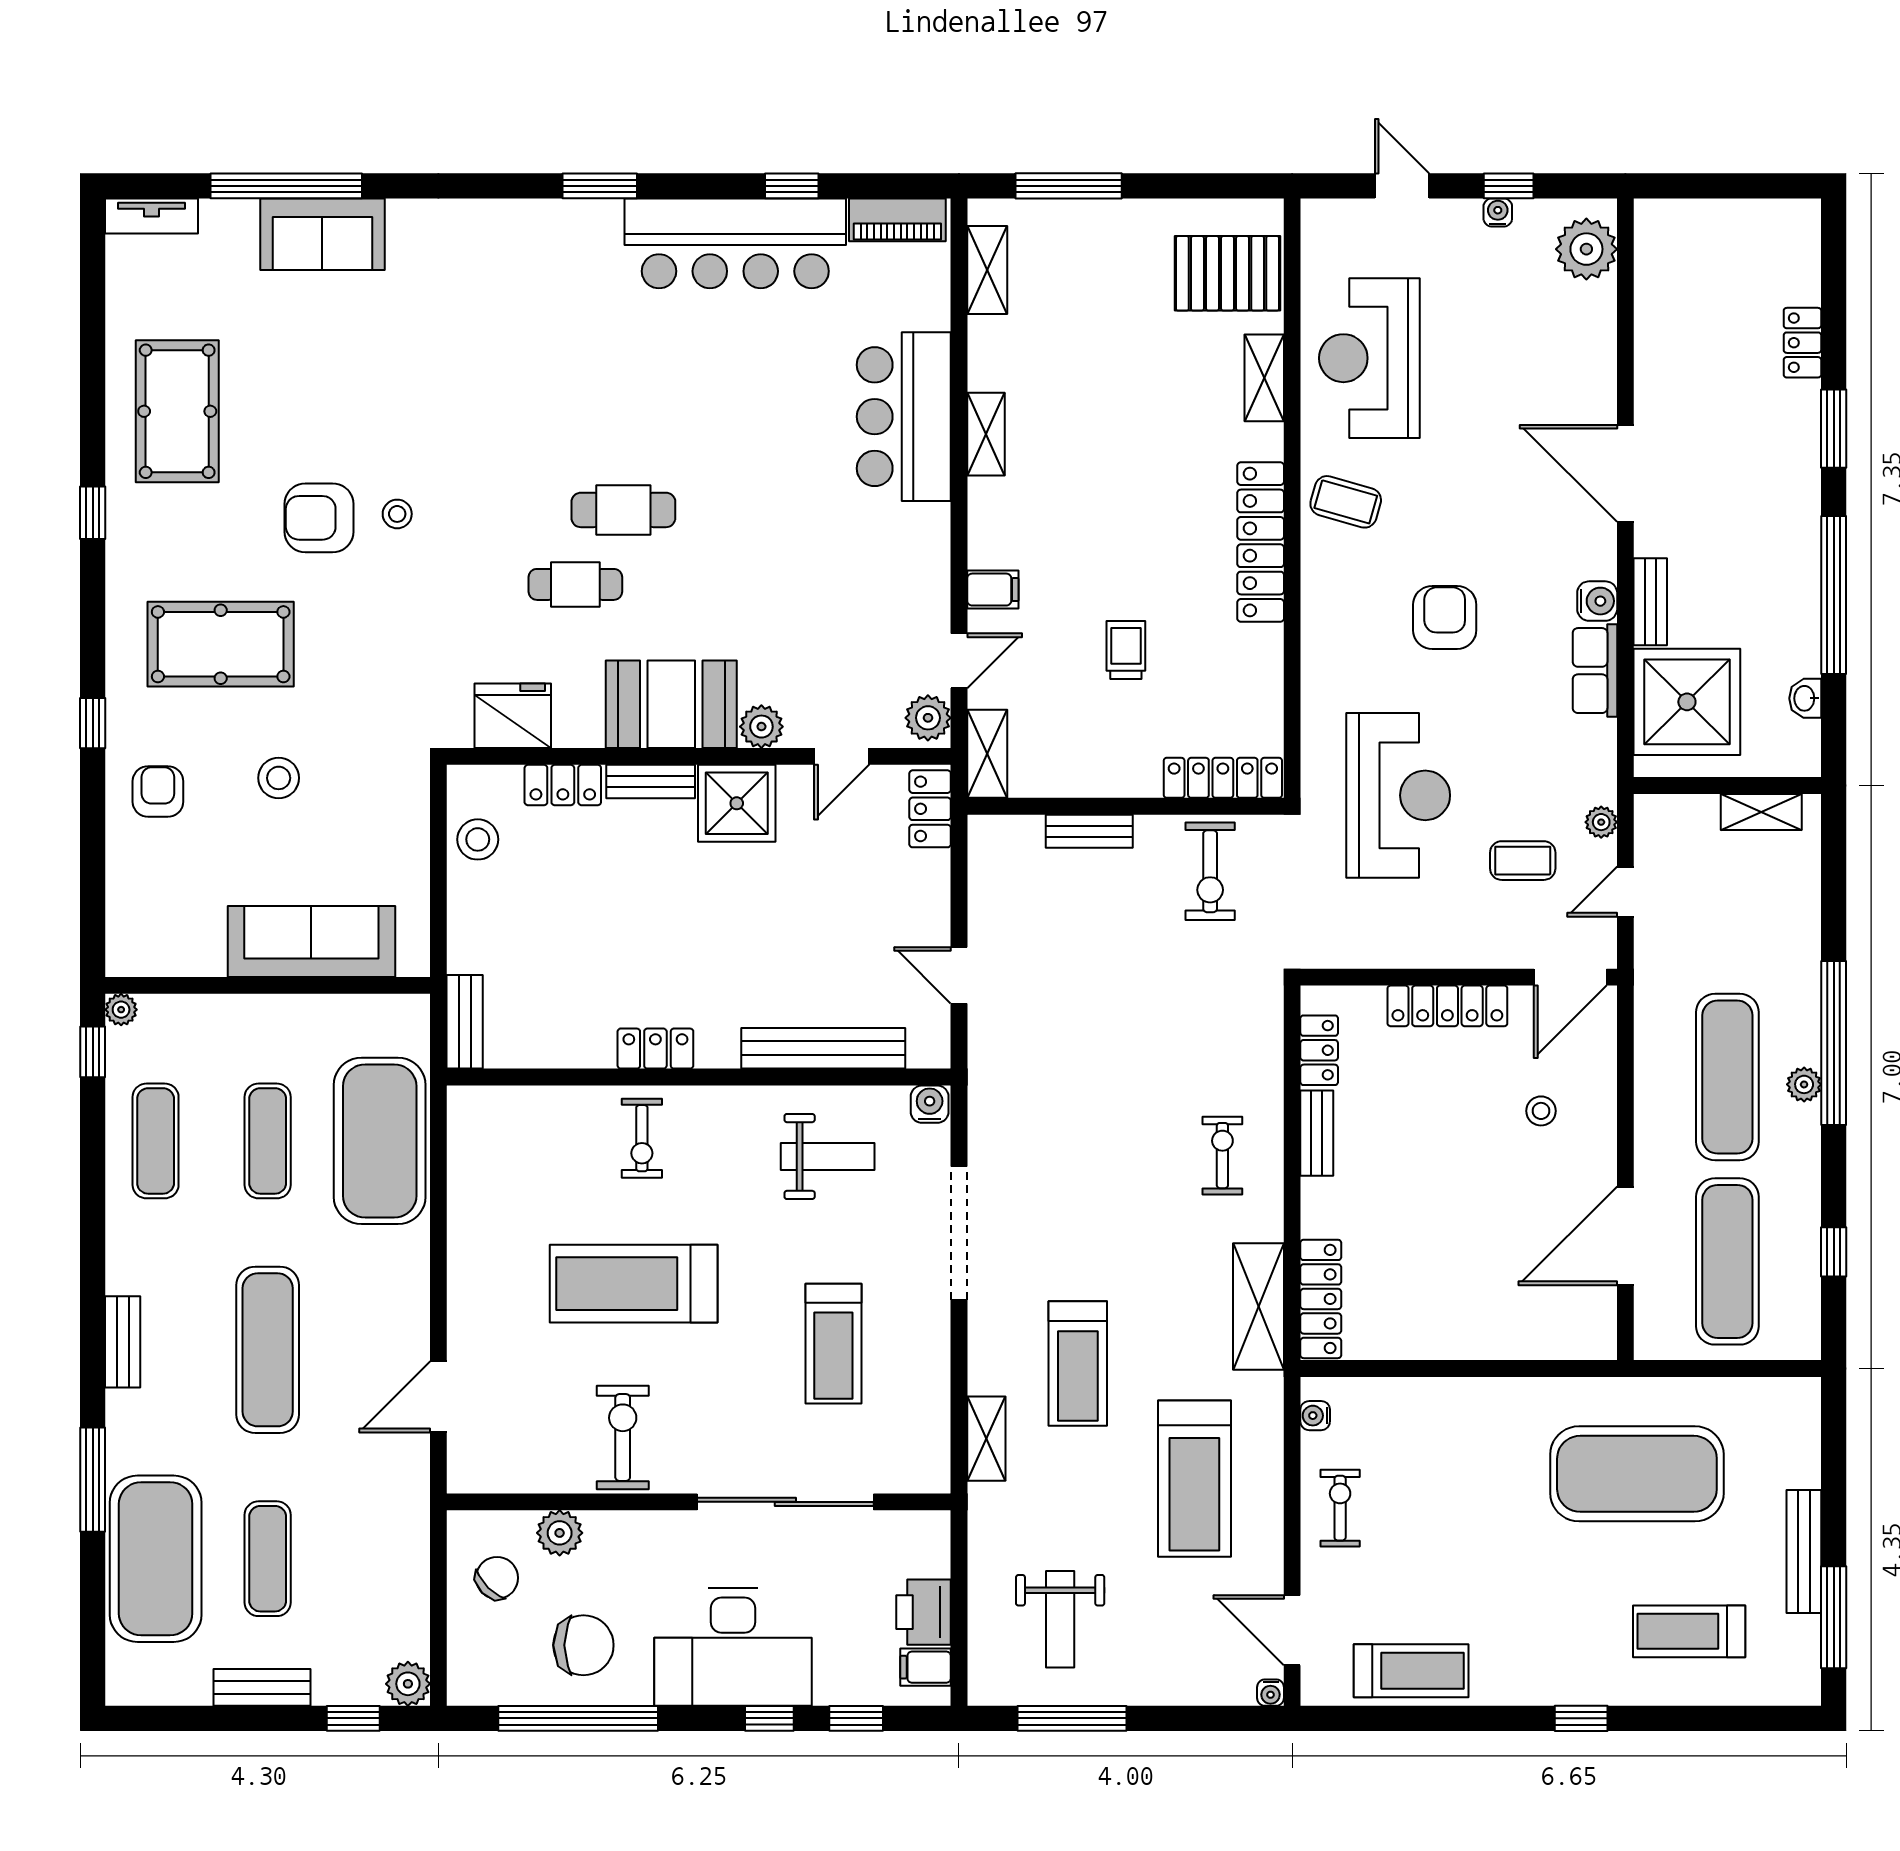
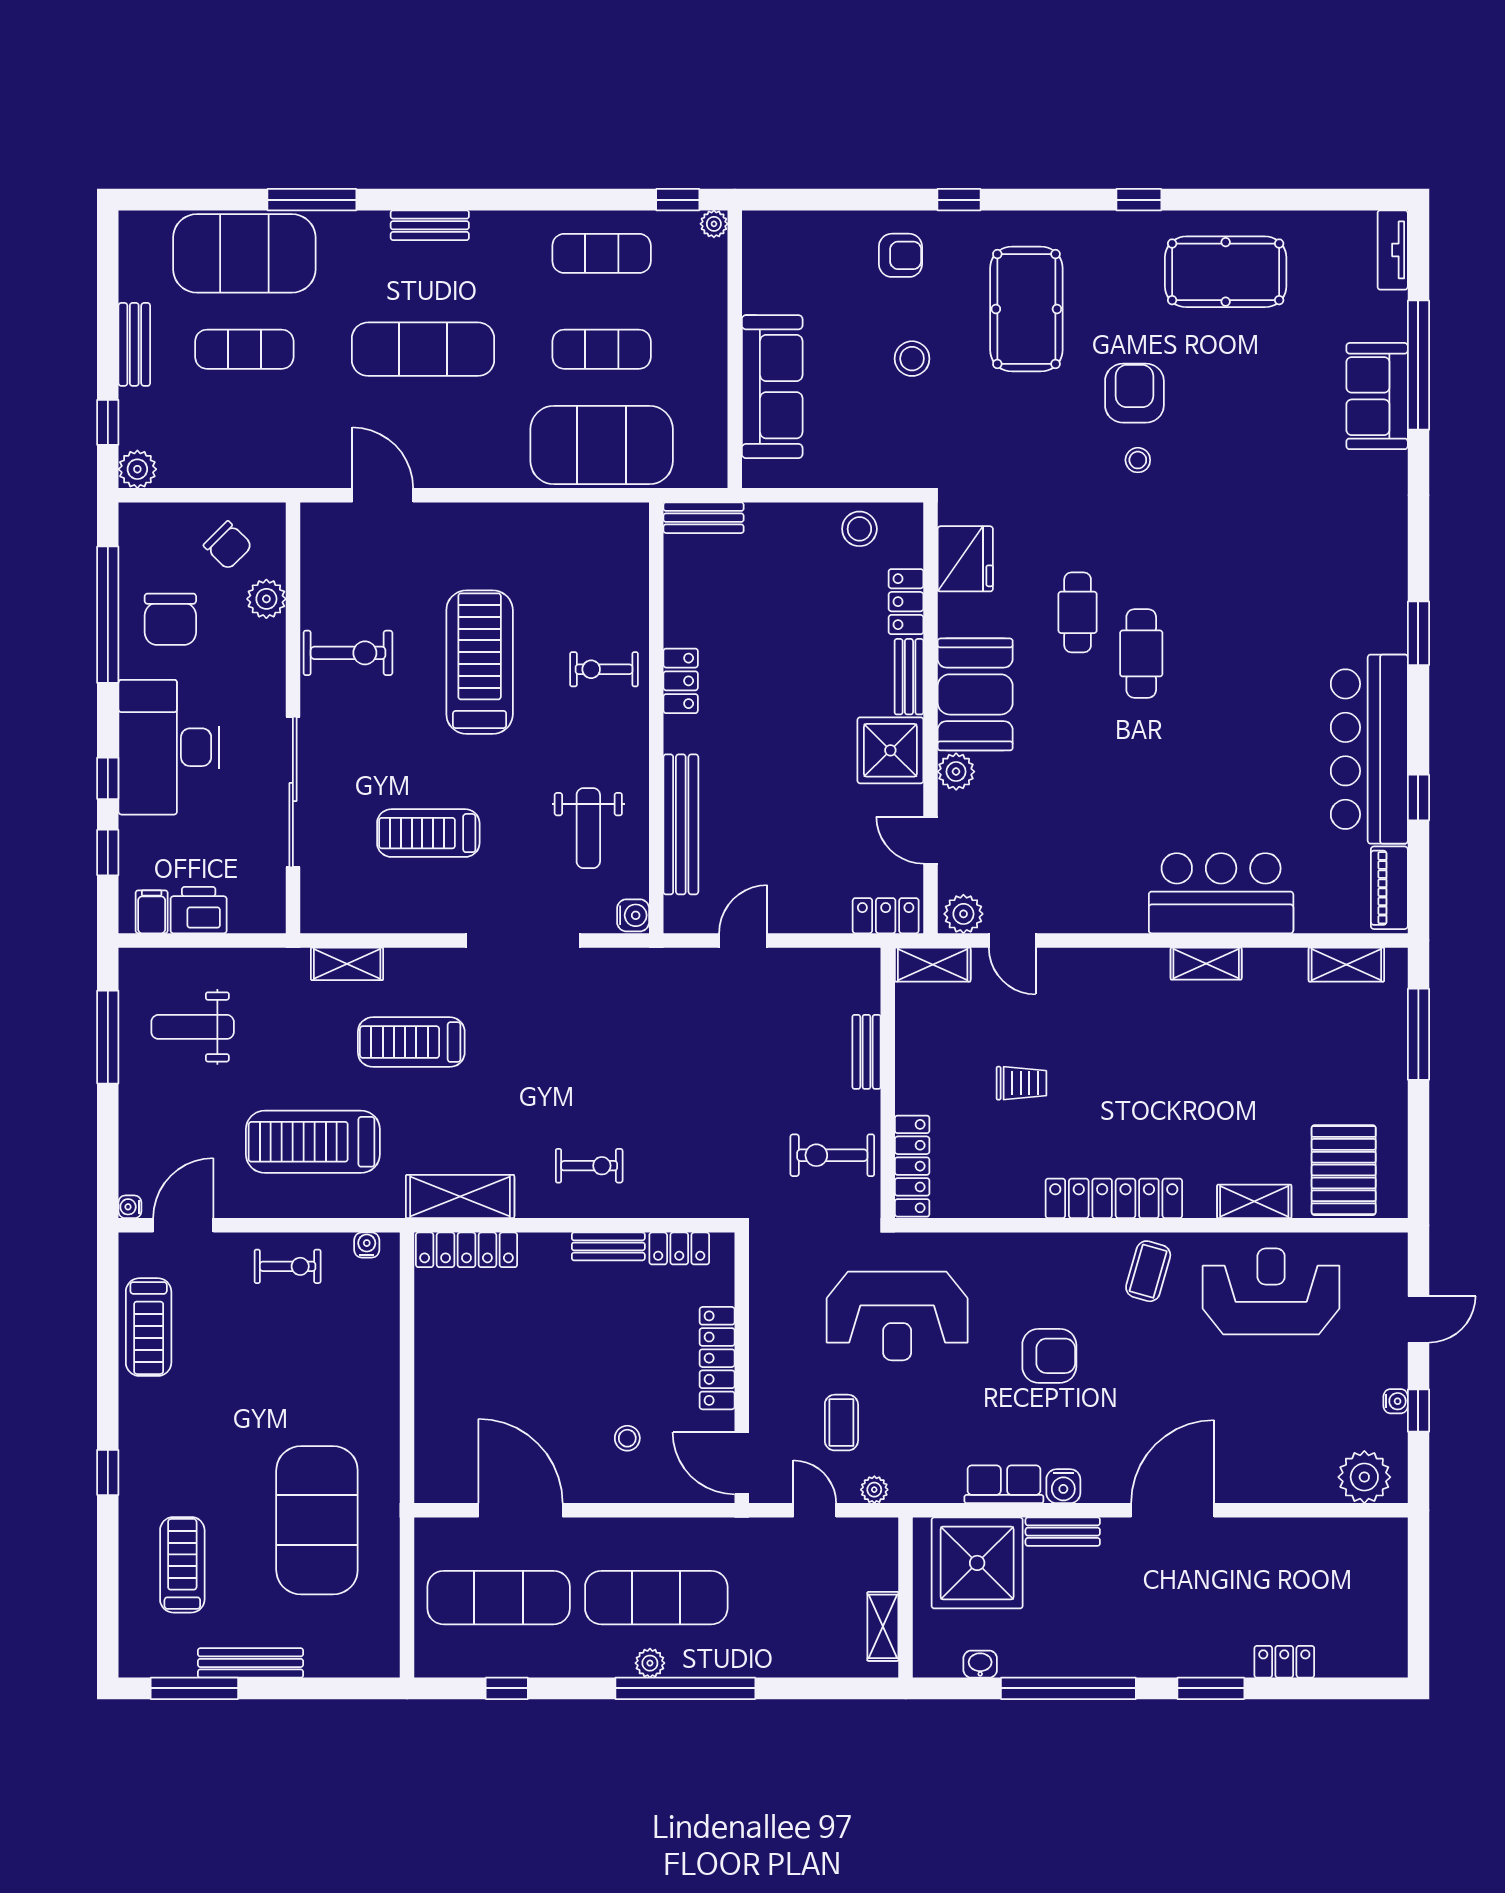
filing cabinet: (993, 590) -> (1073, 969), removed

